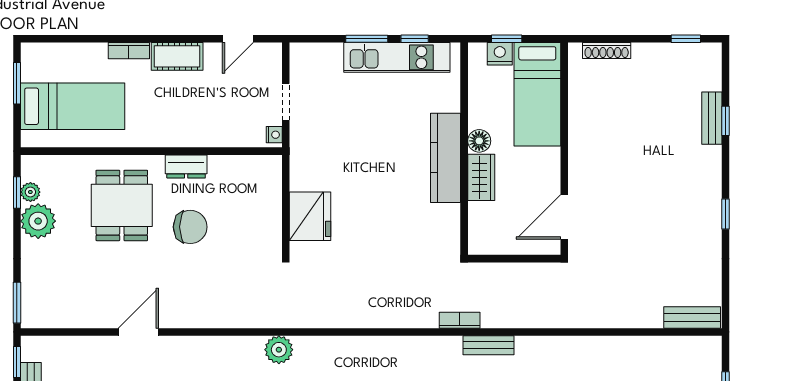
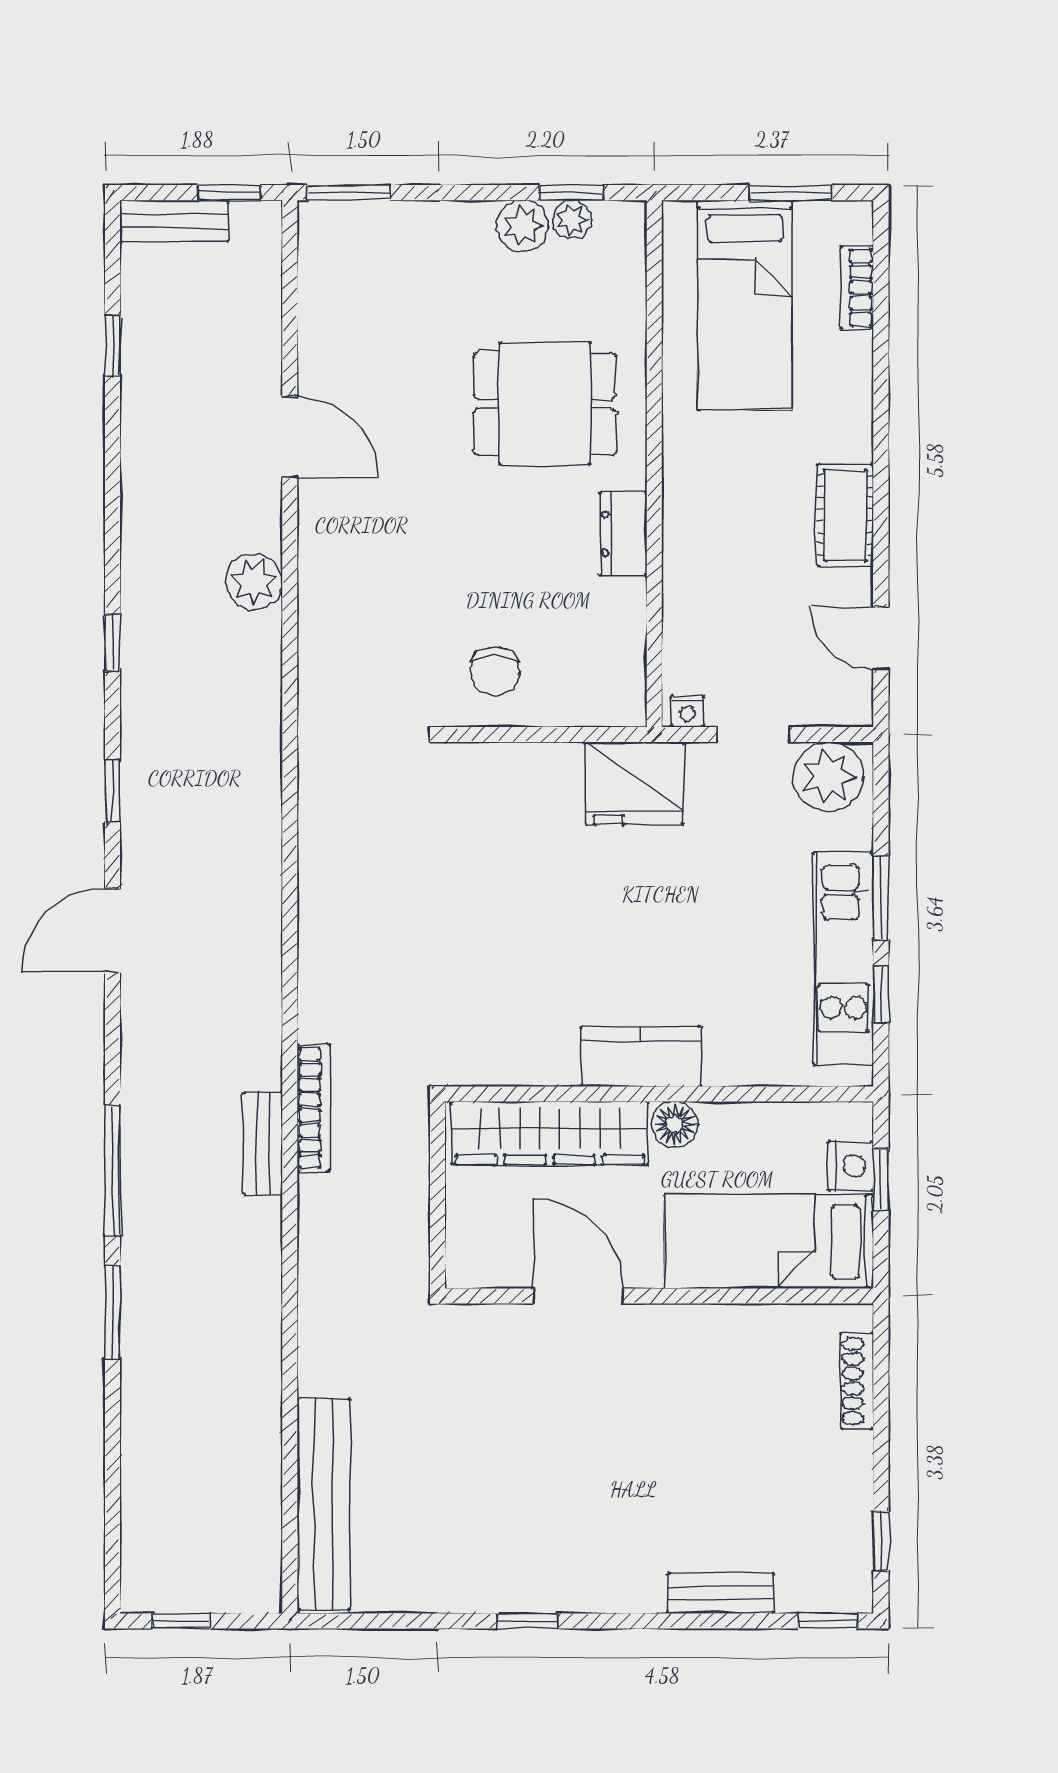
bookcase: (129, 51) -> (857, 287), moved
plant: (307, 65) -> (828, 777), added
window: (726, 121) -> (828, 1621), moved
kitchen counter: (446, 158) -> (641, 1057), width x0.67
wardrobe: (481, 177) -> (550, 1133), width x2.10, depth x1.17
fridge: (310, 216) -> (634, 783), moved
door: (564, 217) -> (578, 1296), moved
plant: (38, 221) -> (523, 226), width x0.73, depth x0.73
chair: (190, 227) -> (495, 671), moved, width x0.73, depth x0.73
bench: (692, 317) -> (324, 1504), width x1.86, depth x1.21
bookcase: (460, 320) -> (314, 1108), width x1.56
plant: (279, 350) -> (254, 582), moved

